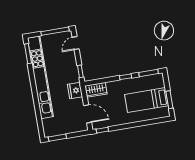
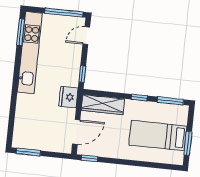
kitchen unit: (40, 77) -> (30, 53), width x0.73
wardrobe: (96, 90) -> (103, 105), width x1.50
door: (88, 114) -> (76, 132), hinge flipped

